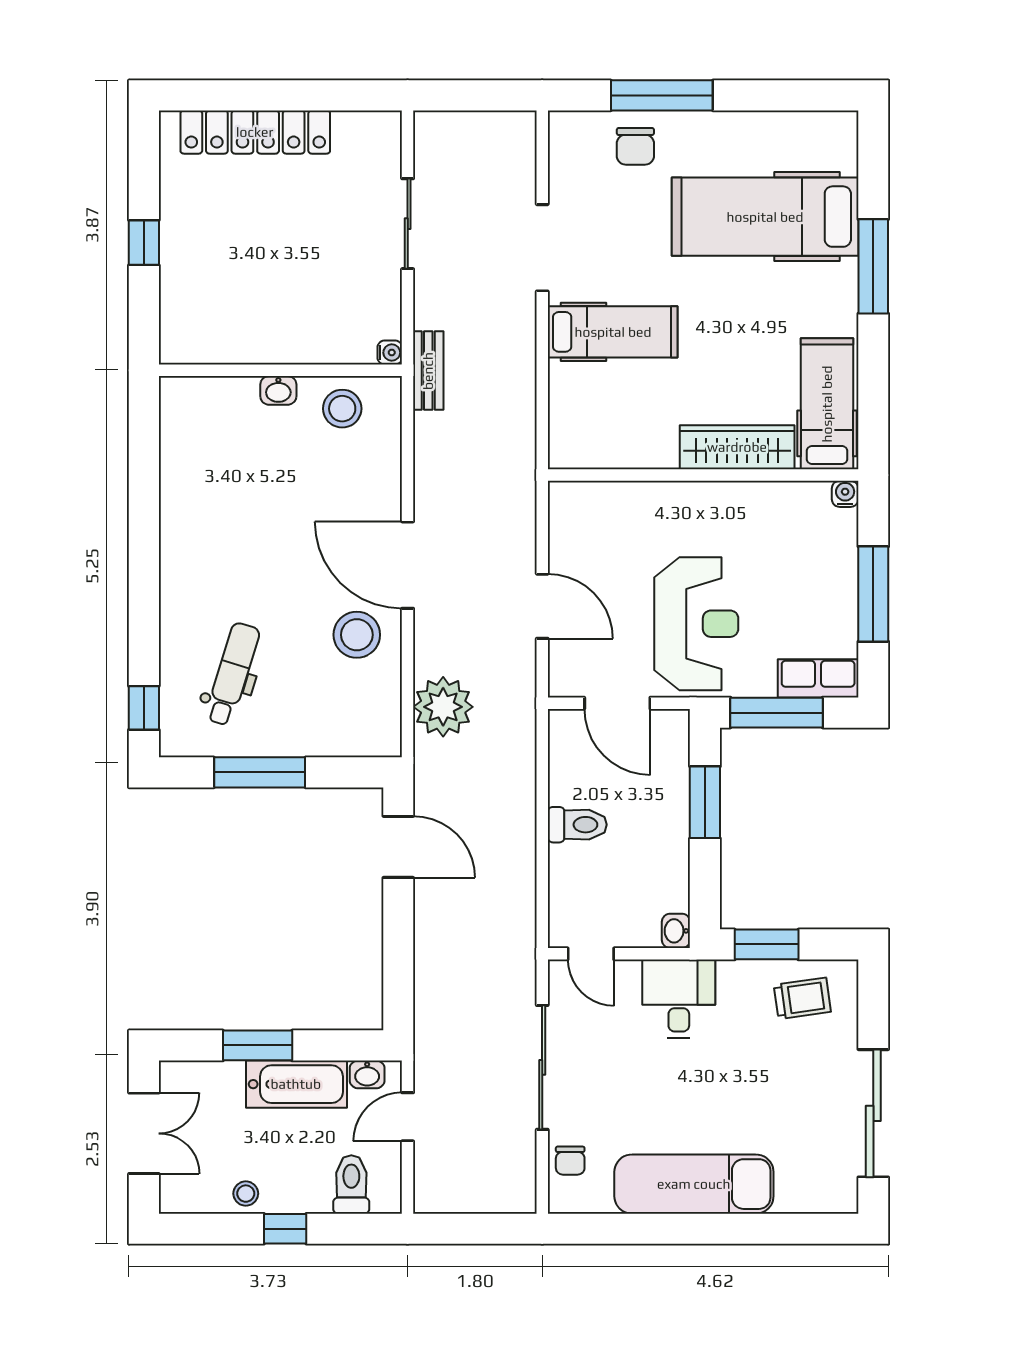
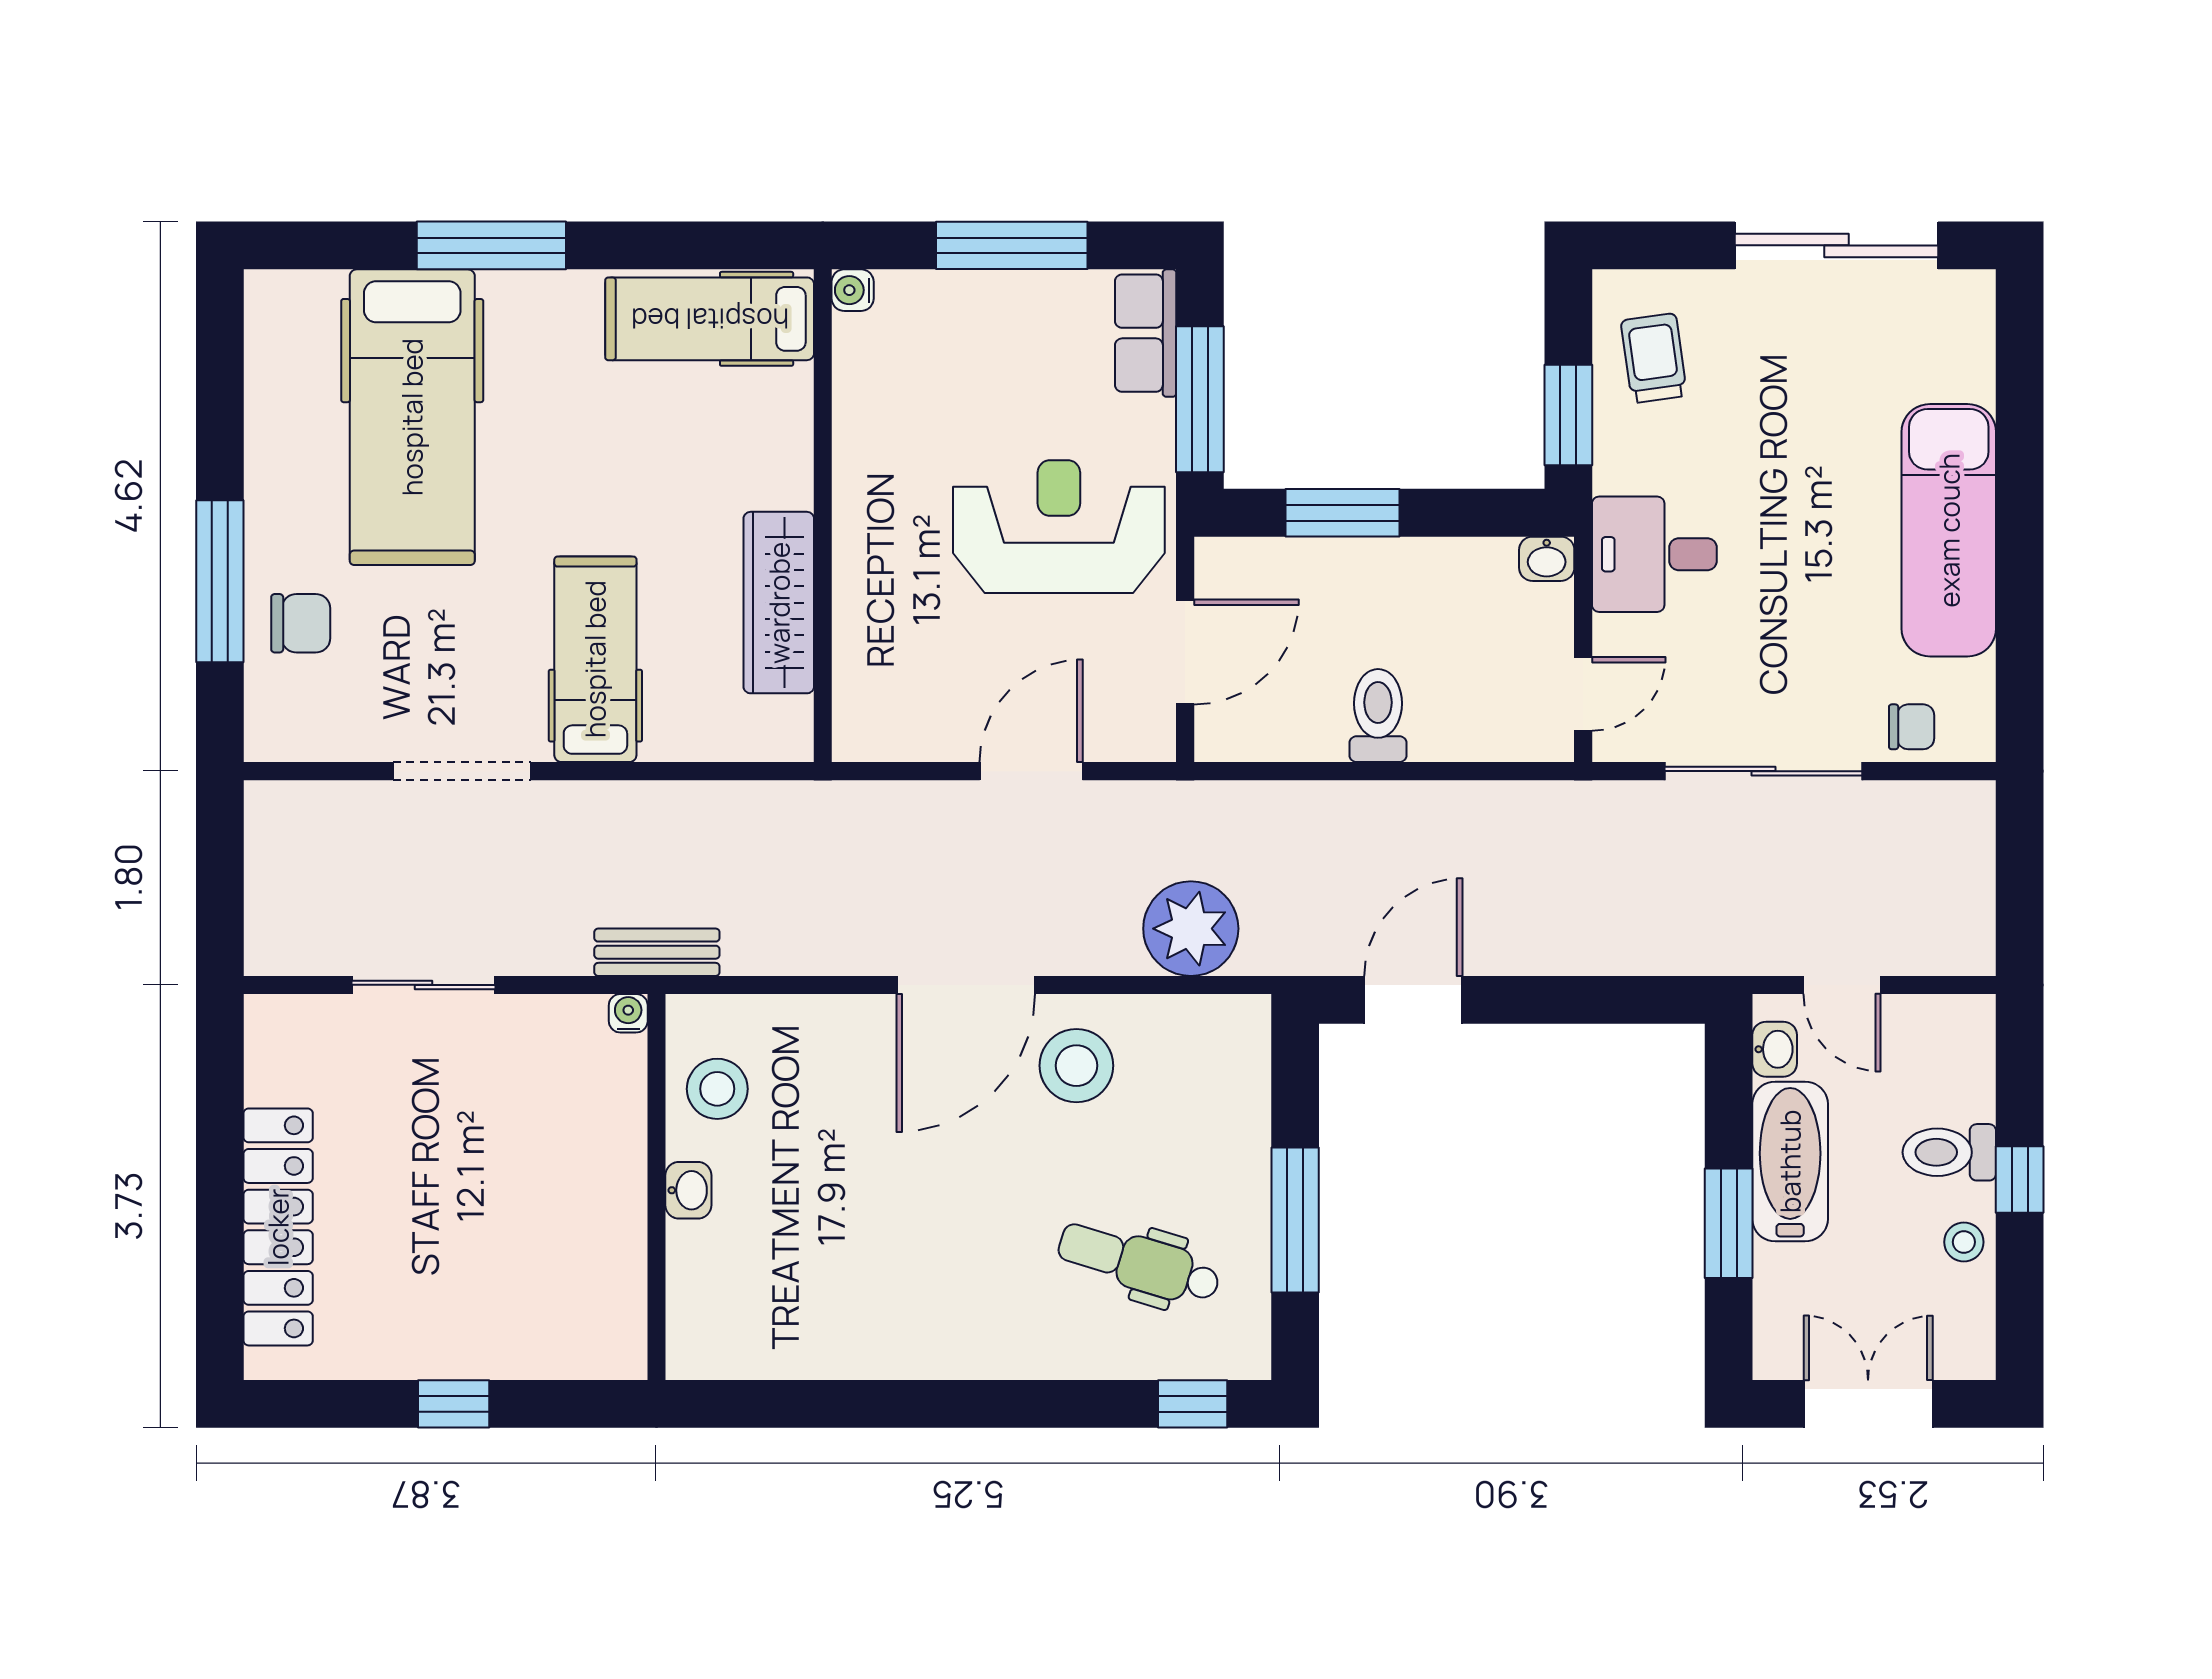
wardrobe: (737, 447) -> (779, 603), moved
toilet: (351, 1184) -> (1949, 1152), moved

